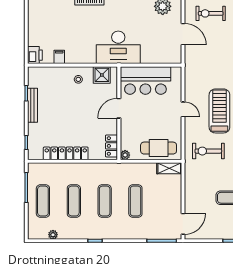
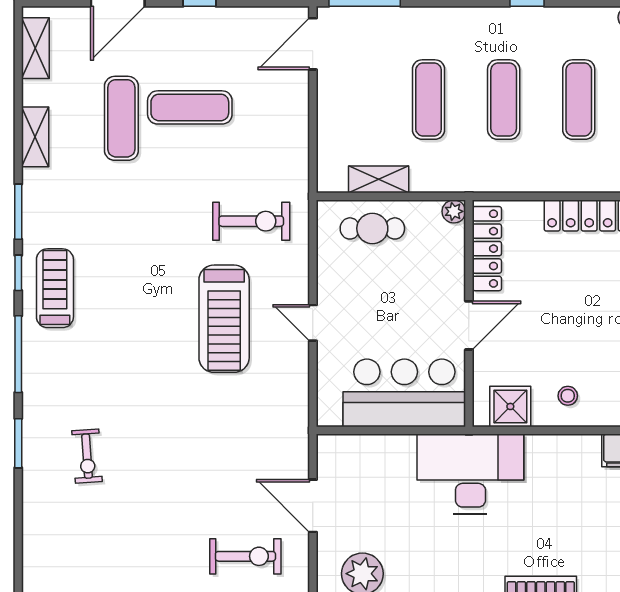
locker: (112, 146) -> (487, 249), width x1.53
cafe table: (159, 148) -> (372, 228), width x0.73, depth x0.74
shelving: (169, 168) -> (379, 179), moved

